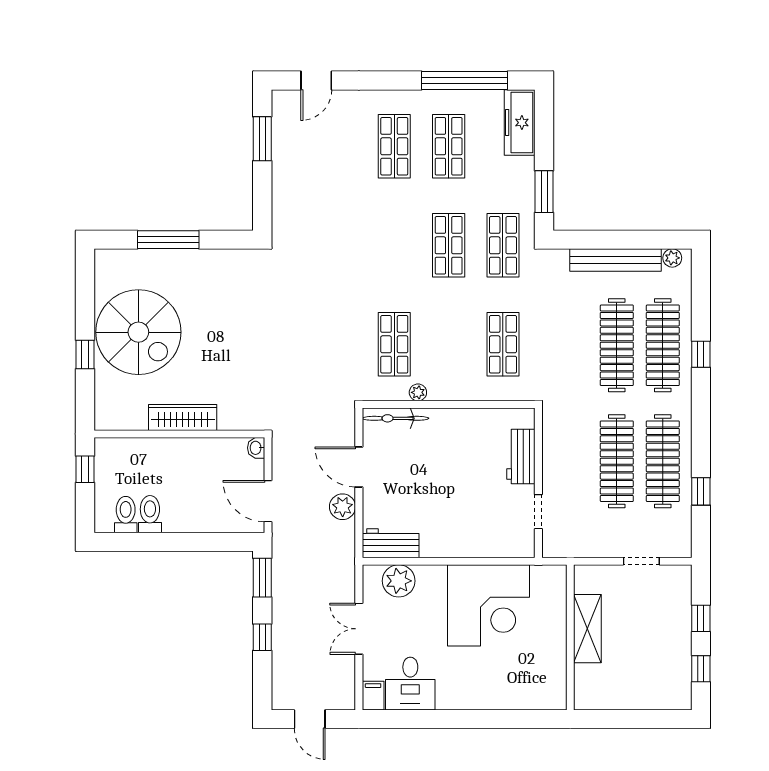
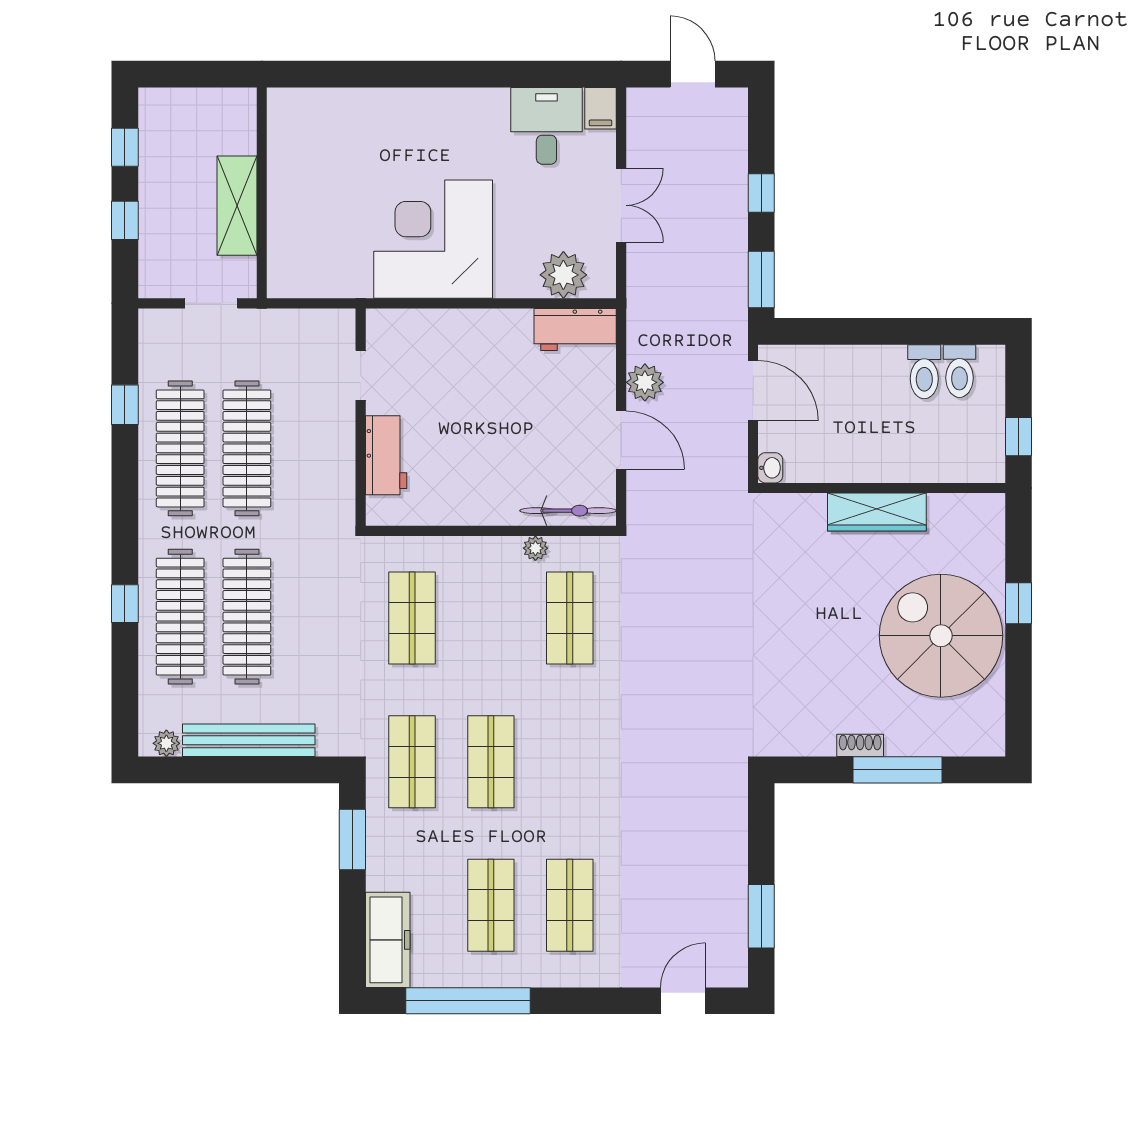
shoe rack: (194, 256) -> (860, 745), added
shelving: (587, 629) -> (237, 206), moved
wall: (570, 637) -> (262, 193), moved

